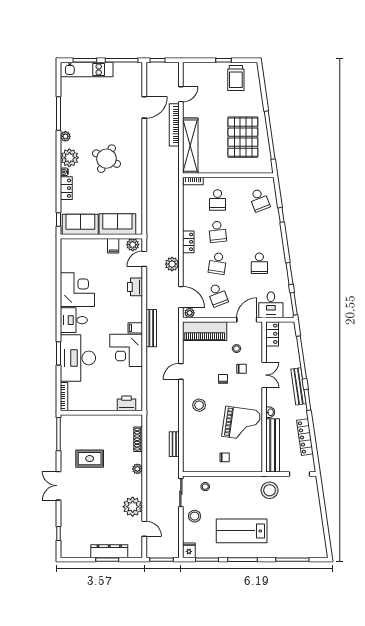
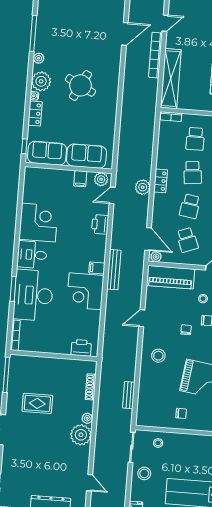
plant: (172, 264) -> (143, 187), moved
plant: (133, 507) -> (81, 435), moved

